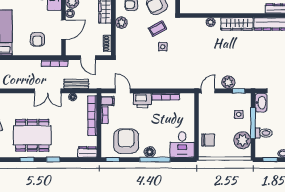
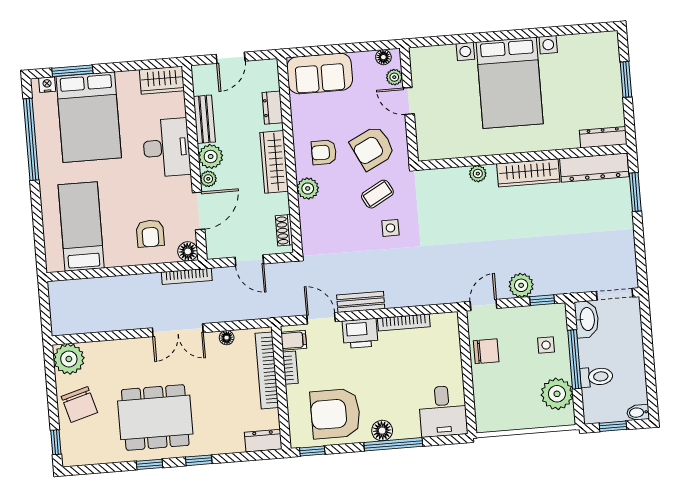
floor lamp: (56, 50) -> (188, 251), added
bench: (76, 84) -> (361, 302), moved
chair: (208, 140) -> (486, 351), moved
armchair: (126, 141) -> (335, 414), turned -90

